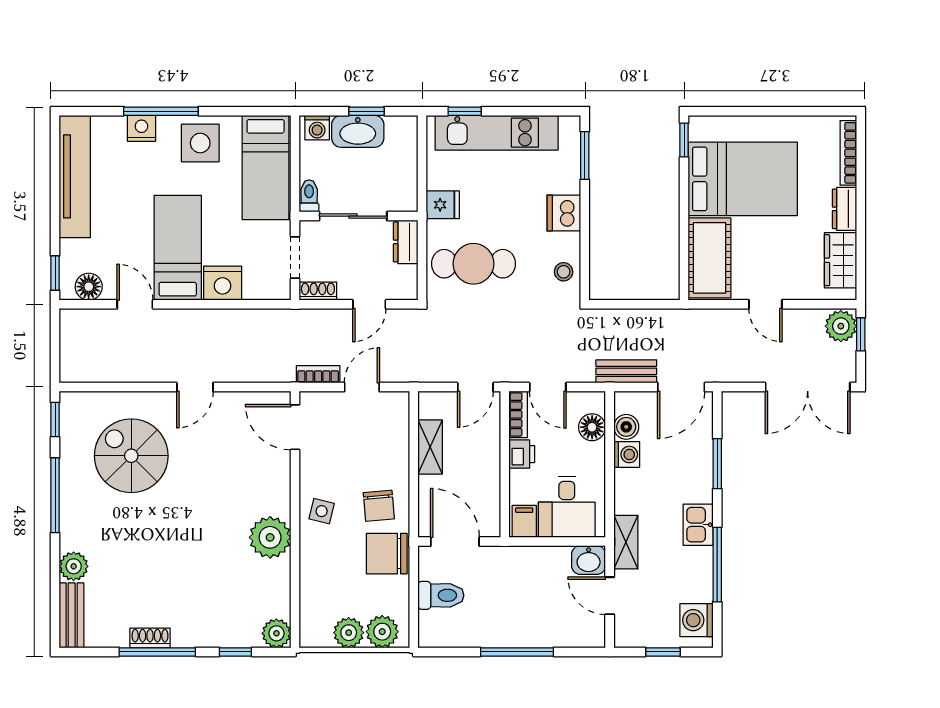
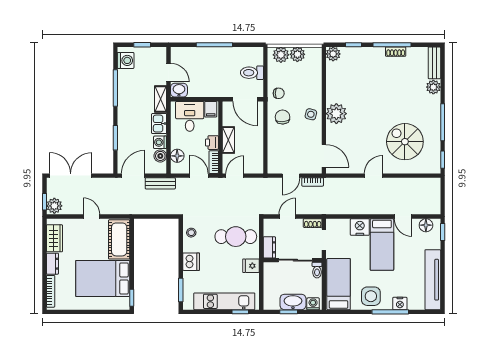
shelving: (430, 447) -> (228, 140), moved
spiral stairs: (131, 456) -> (405, 142), turned 180
kitchen sink: (698, 525) -> (159, 124), moved, turned 180
plant: (270, 537) -> (336, 114), moved
chair: (387, 554) -> (279, 93), width x0.54, depth x0.54

